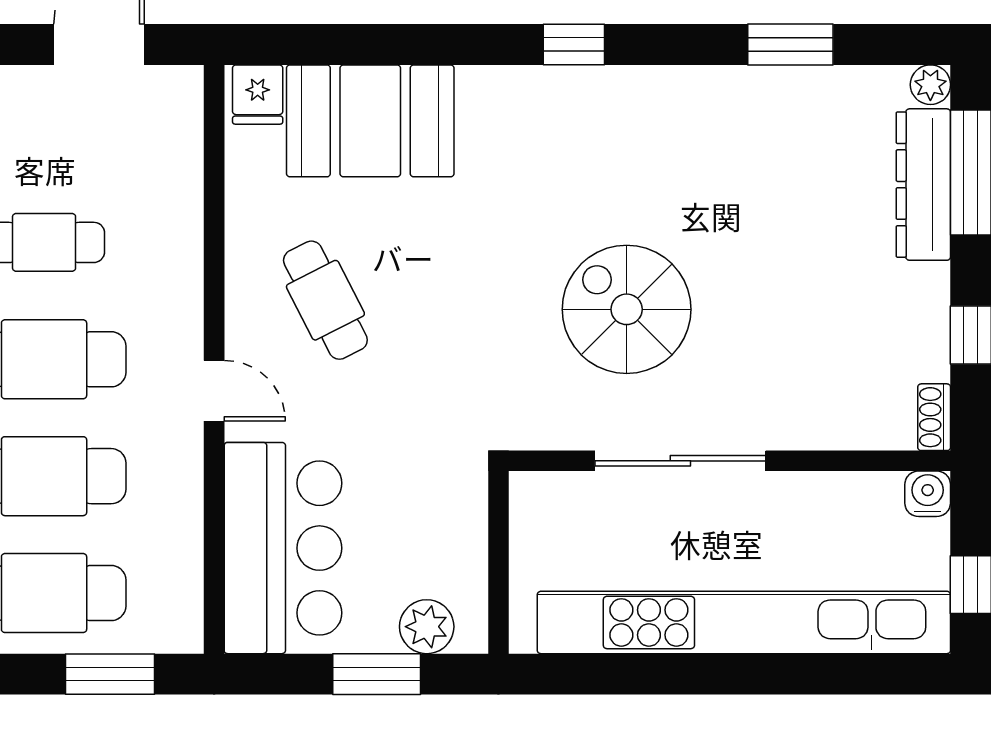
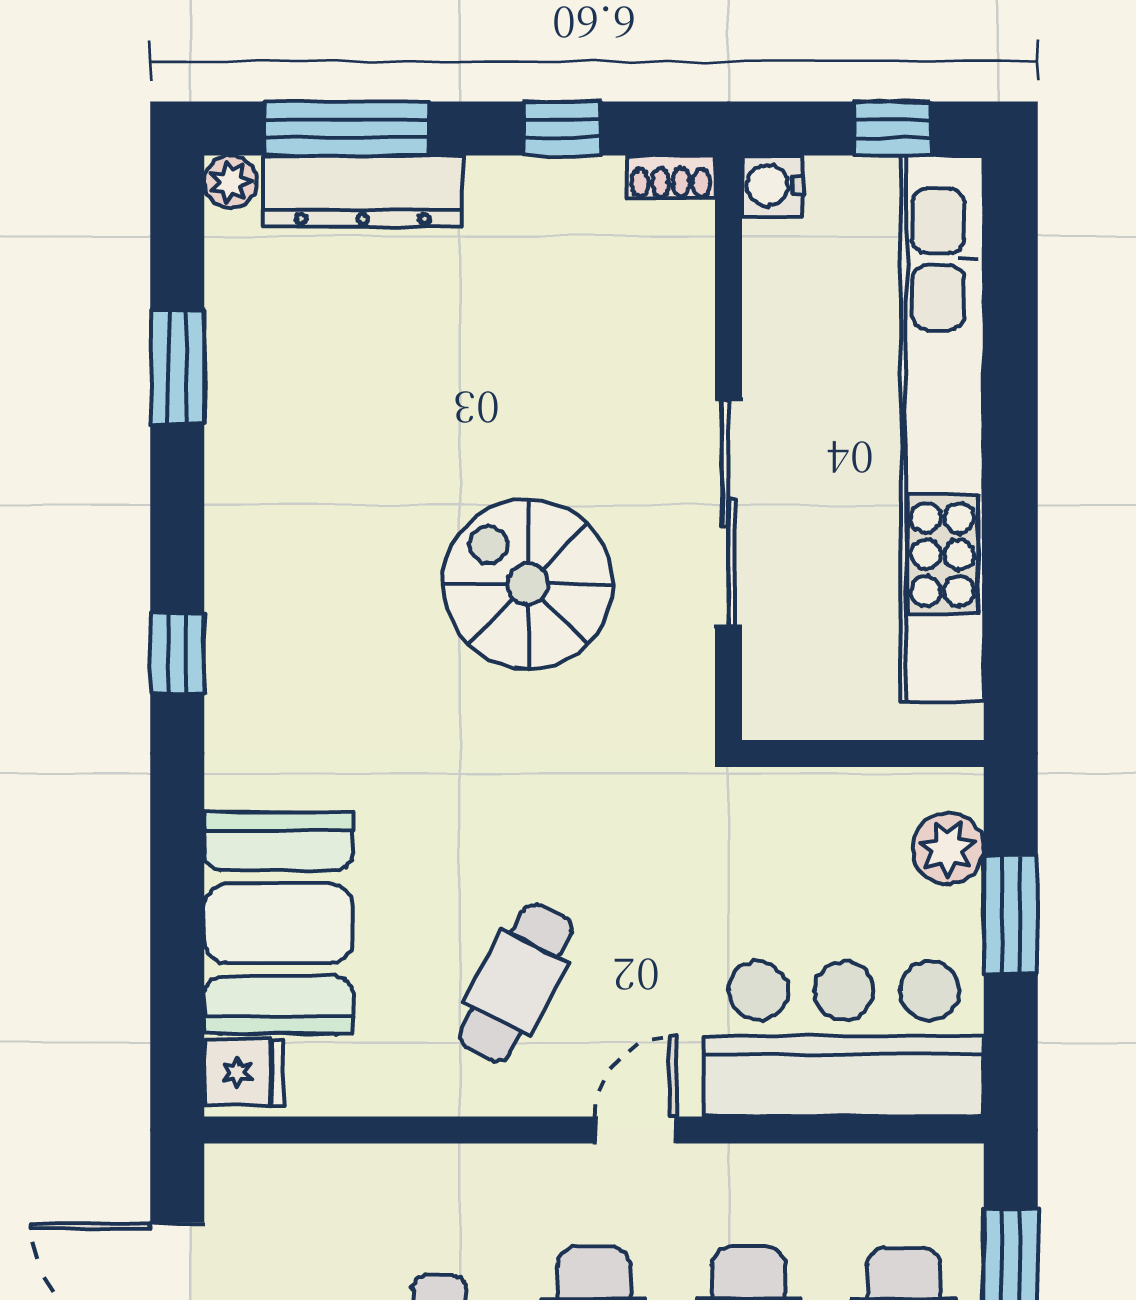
cafe table: (325, 300) -> (516, 983), turned -36
spiral stairs: (627, 309) -> (528, 584), turned 90

